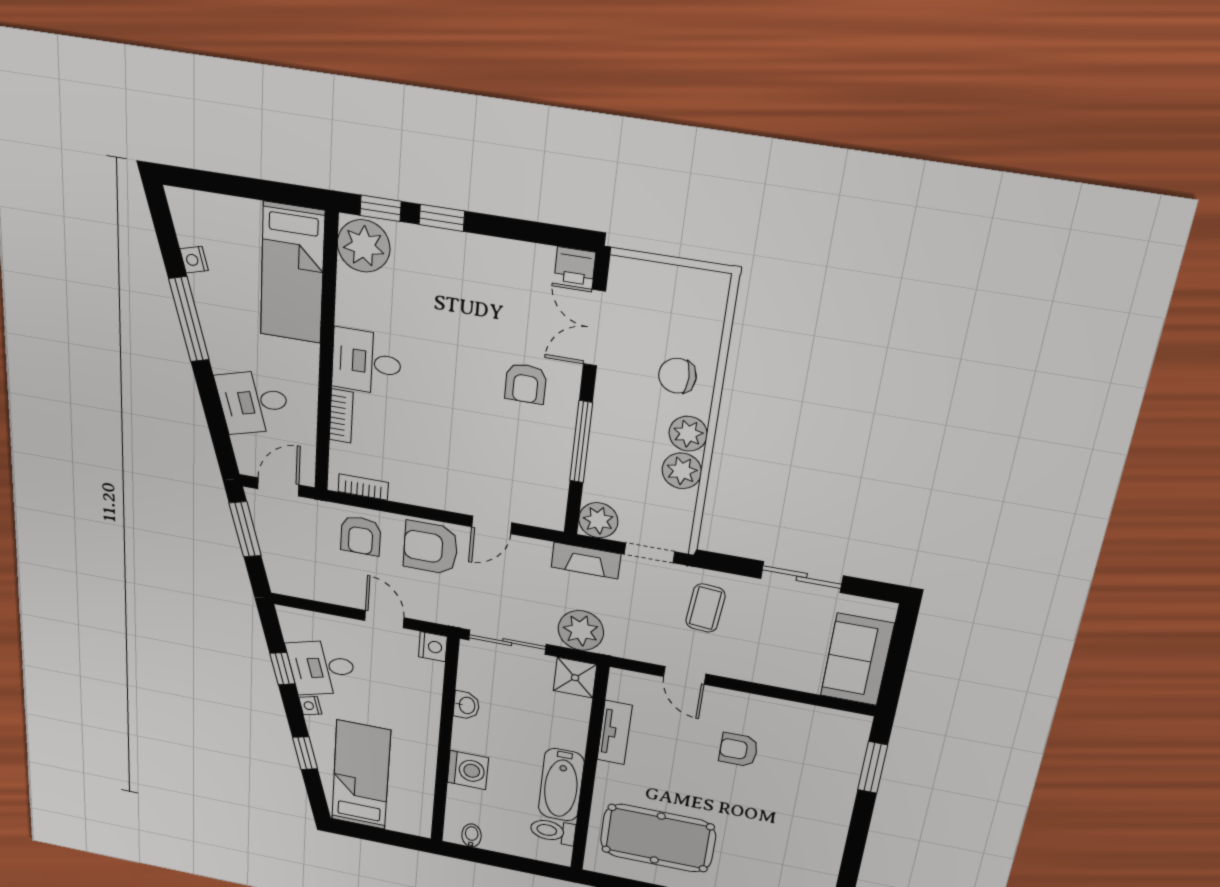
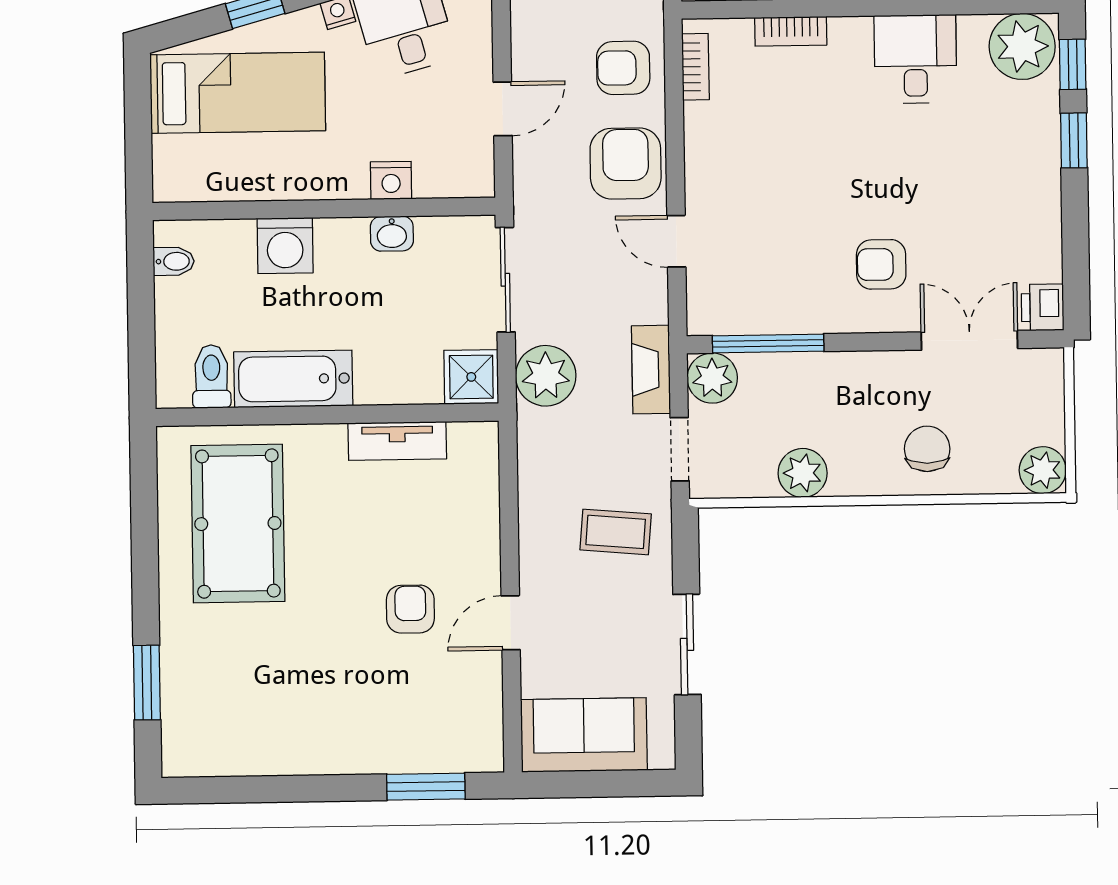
desk: (366, 362) -> (915, 59), moved
plant: (688, 434) -> (1043, 470), moved
window: (581, 442) -> (768, 343), moved
nightstand: (433, 647) -> (391, 180), moved
door: (685, 675) -> (511, 623), moved

